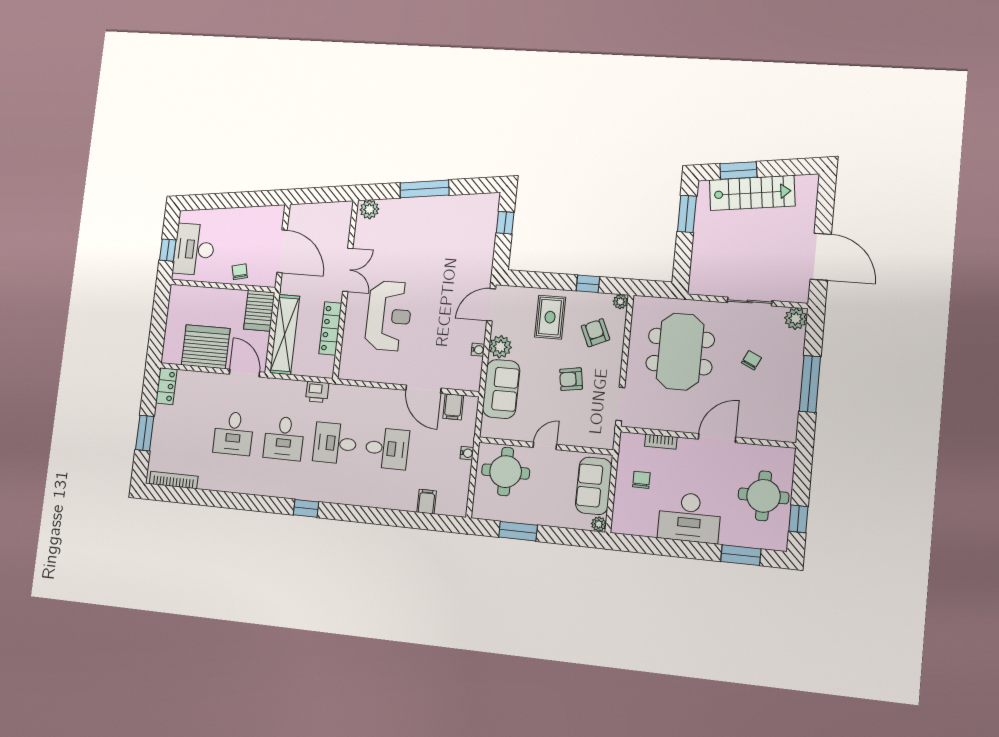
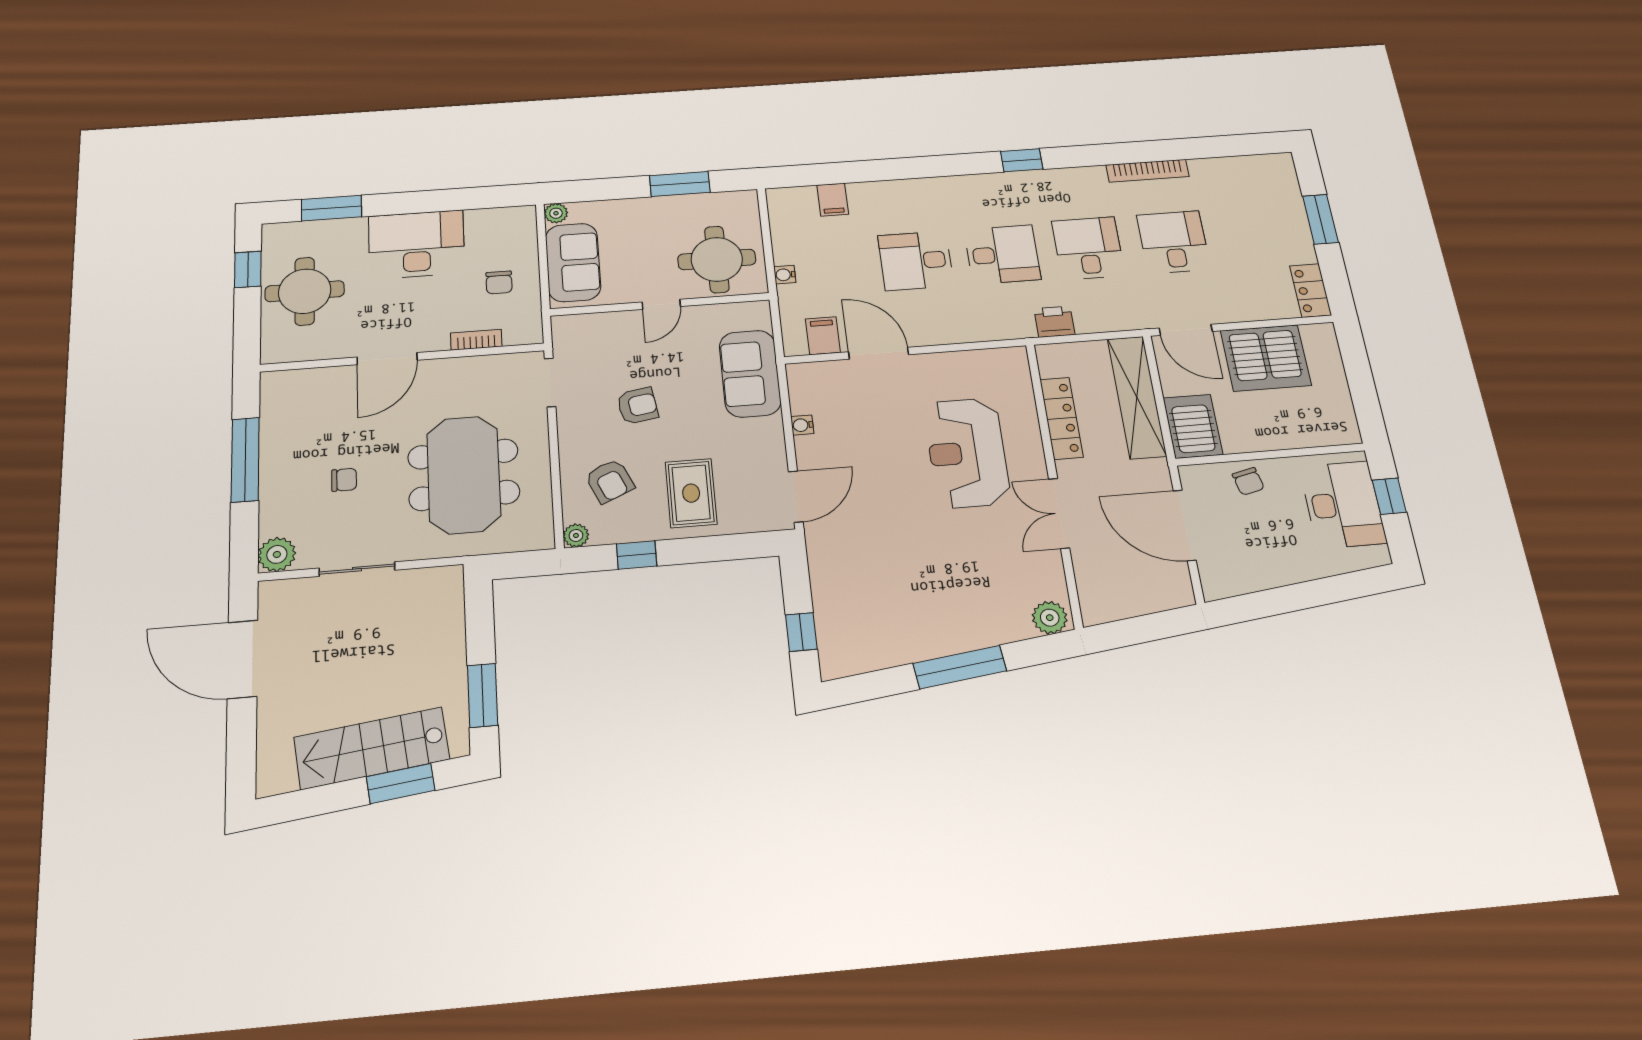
plant: (500, 347) -> (766, 435), removed
chair: (751, 360) -> (344, 480), turned -115
bookcase: (174, 480) -> (1148, 171), moved

